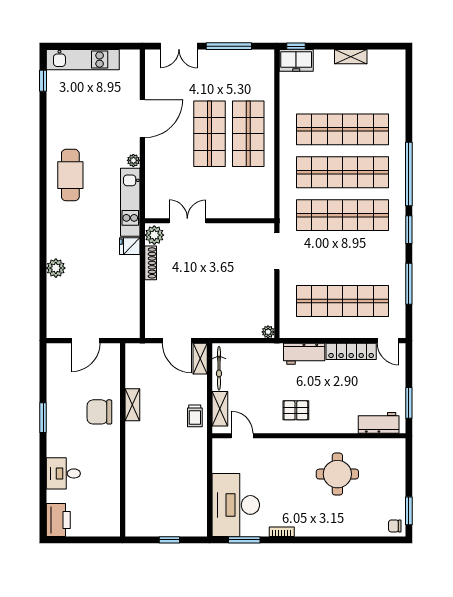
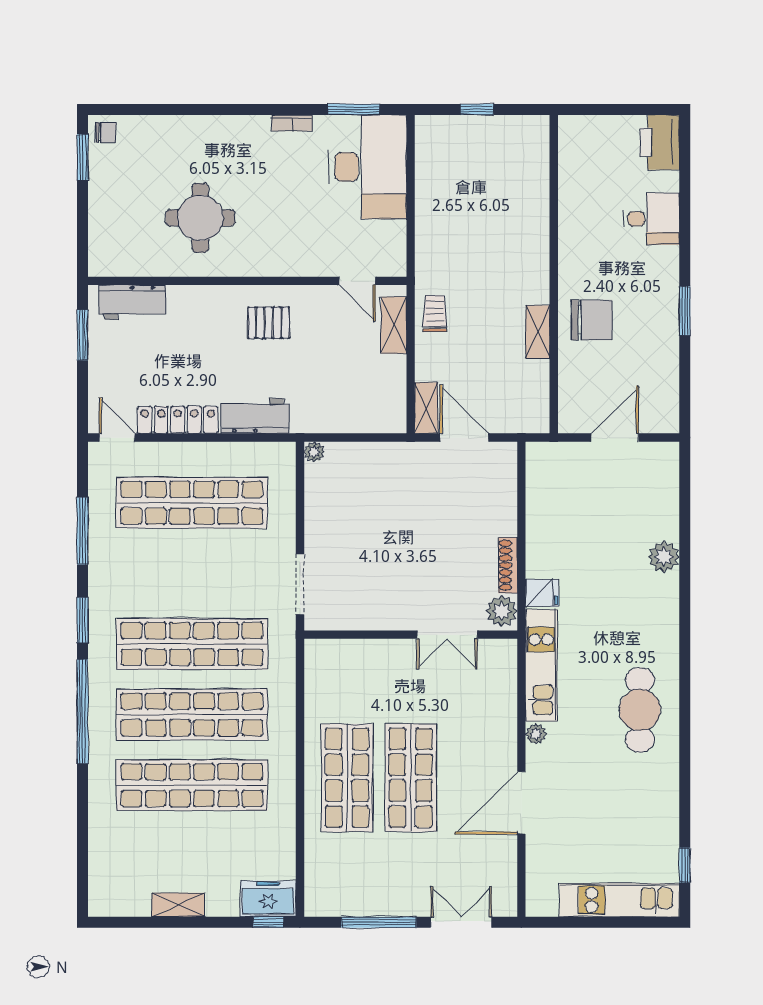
bicycle: (219, 368) -> (395, 392), removed

